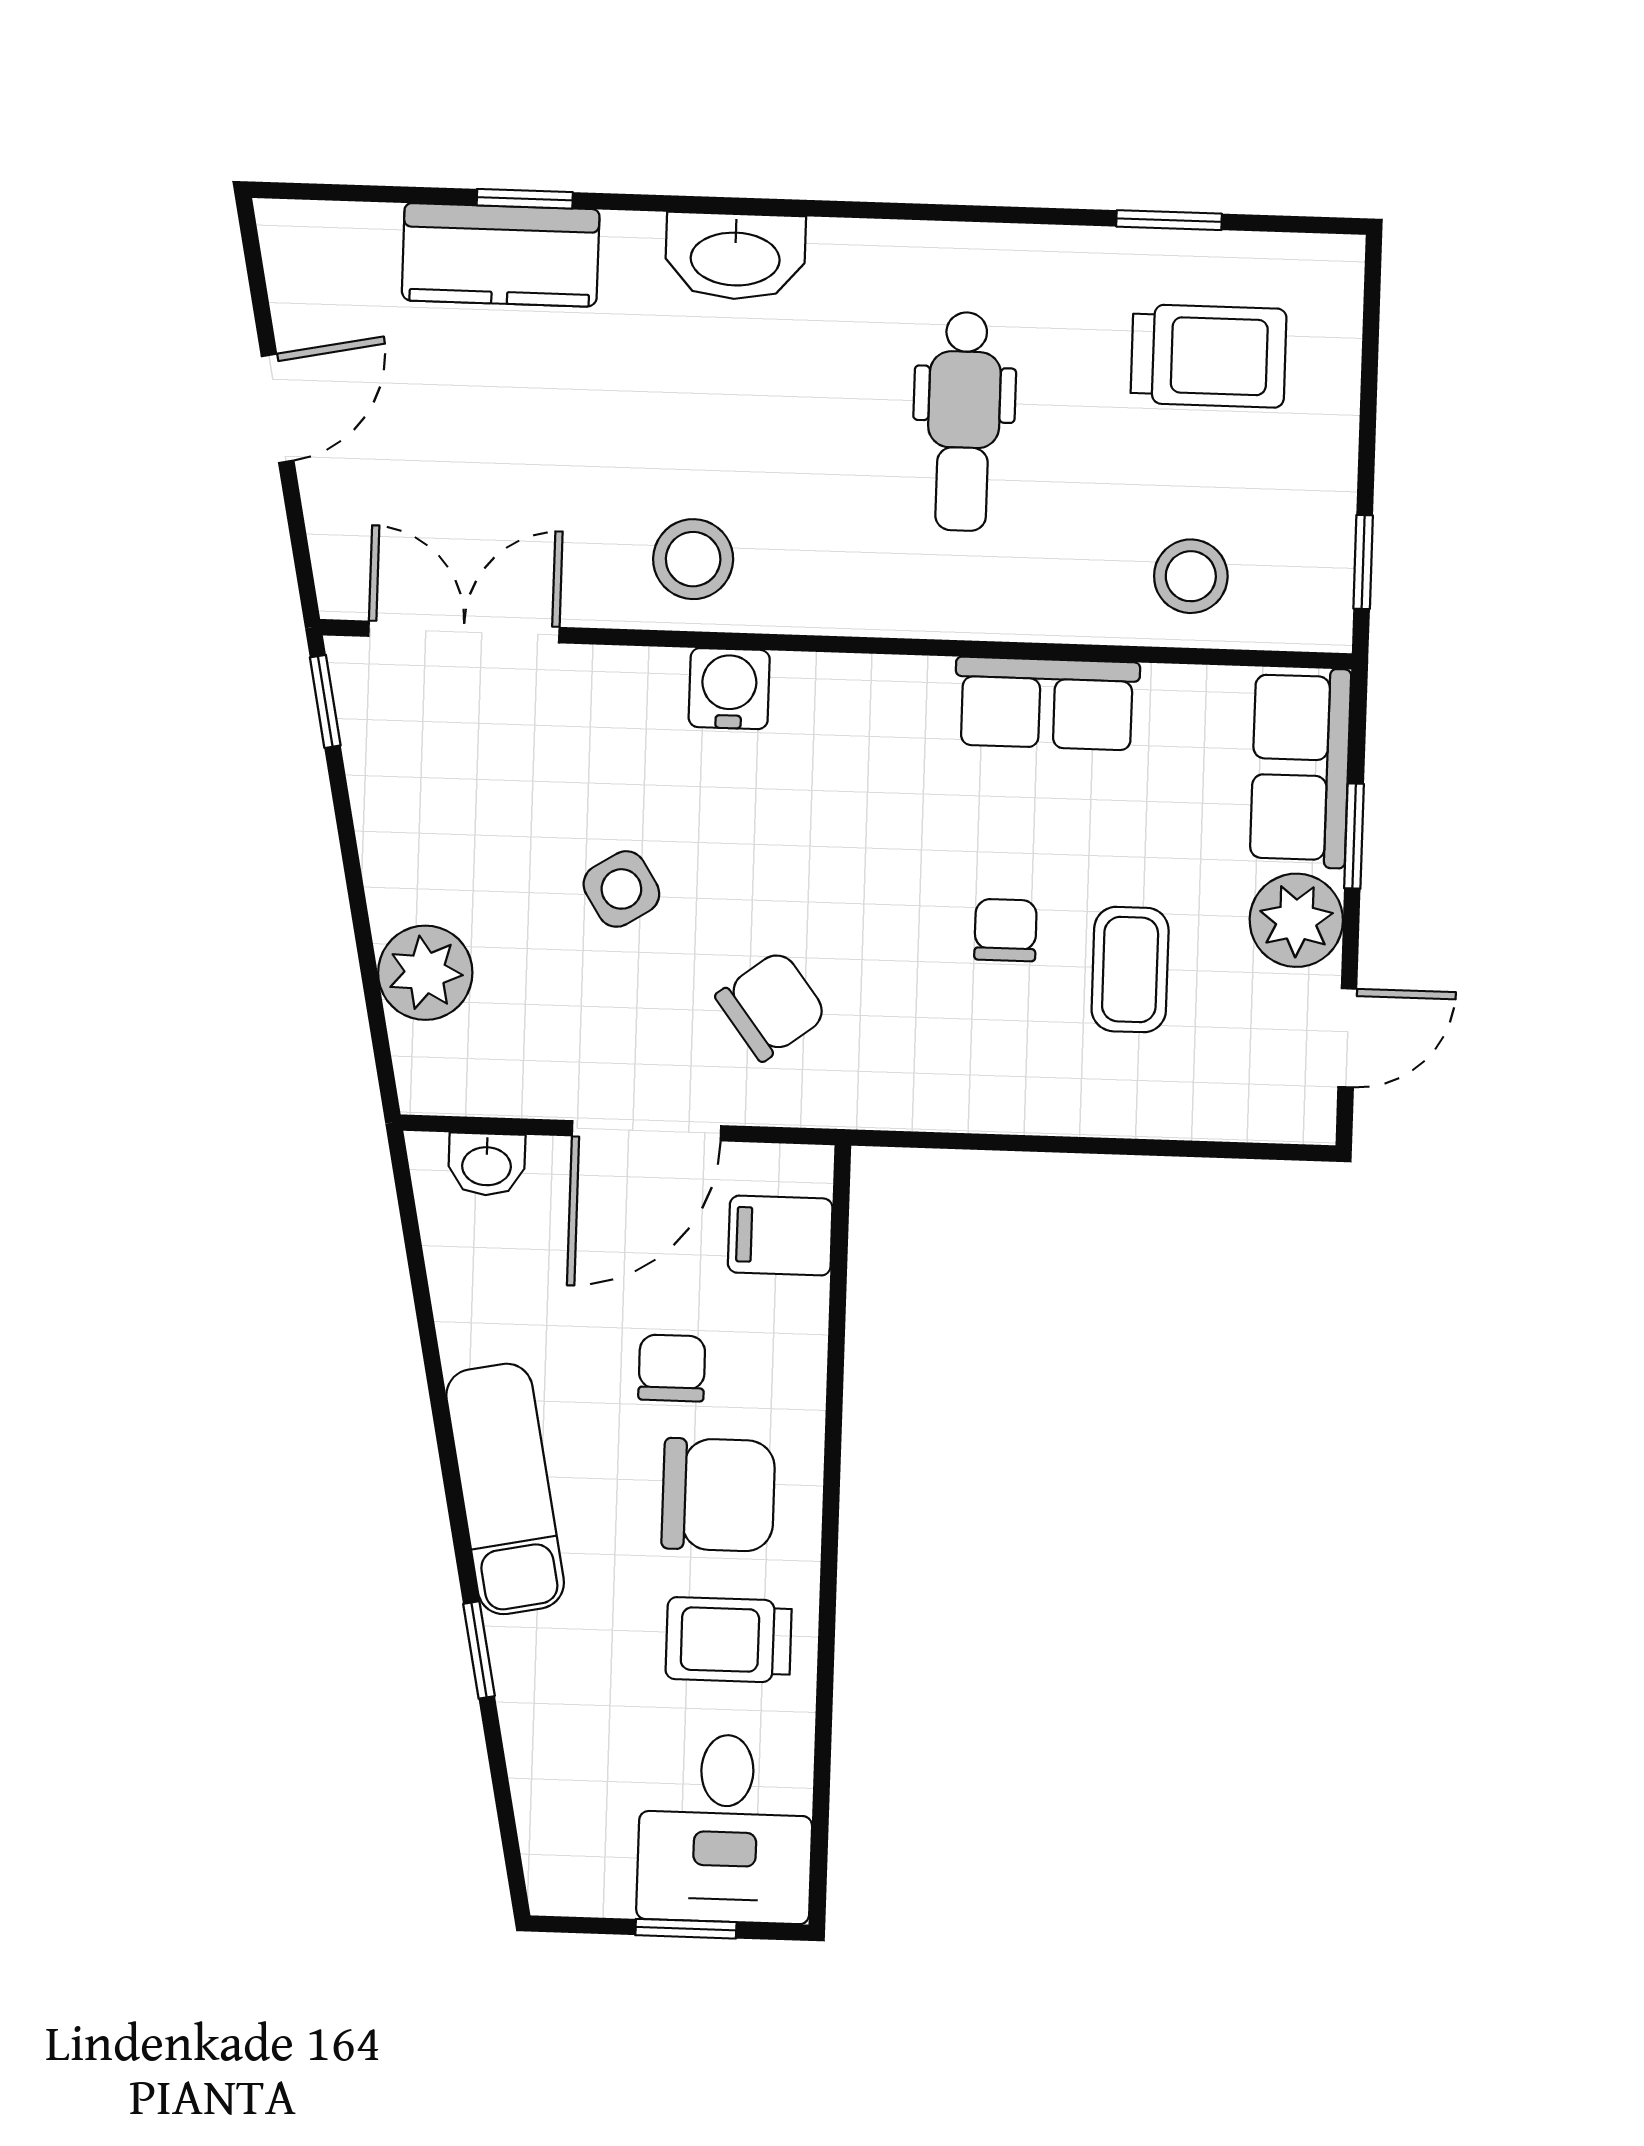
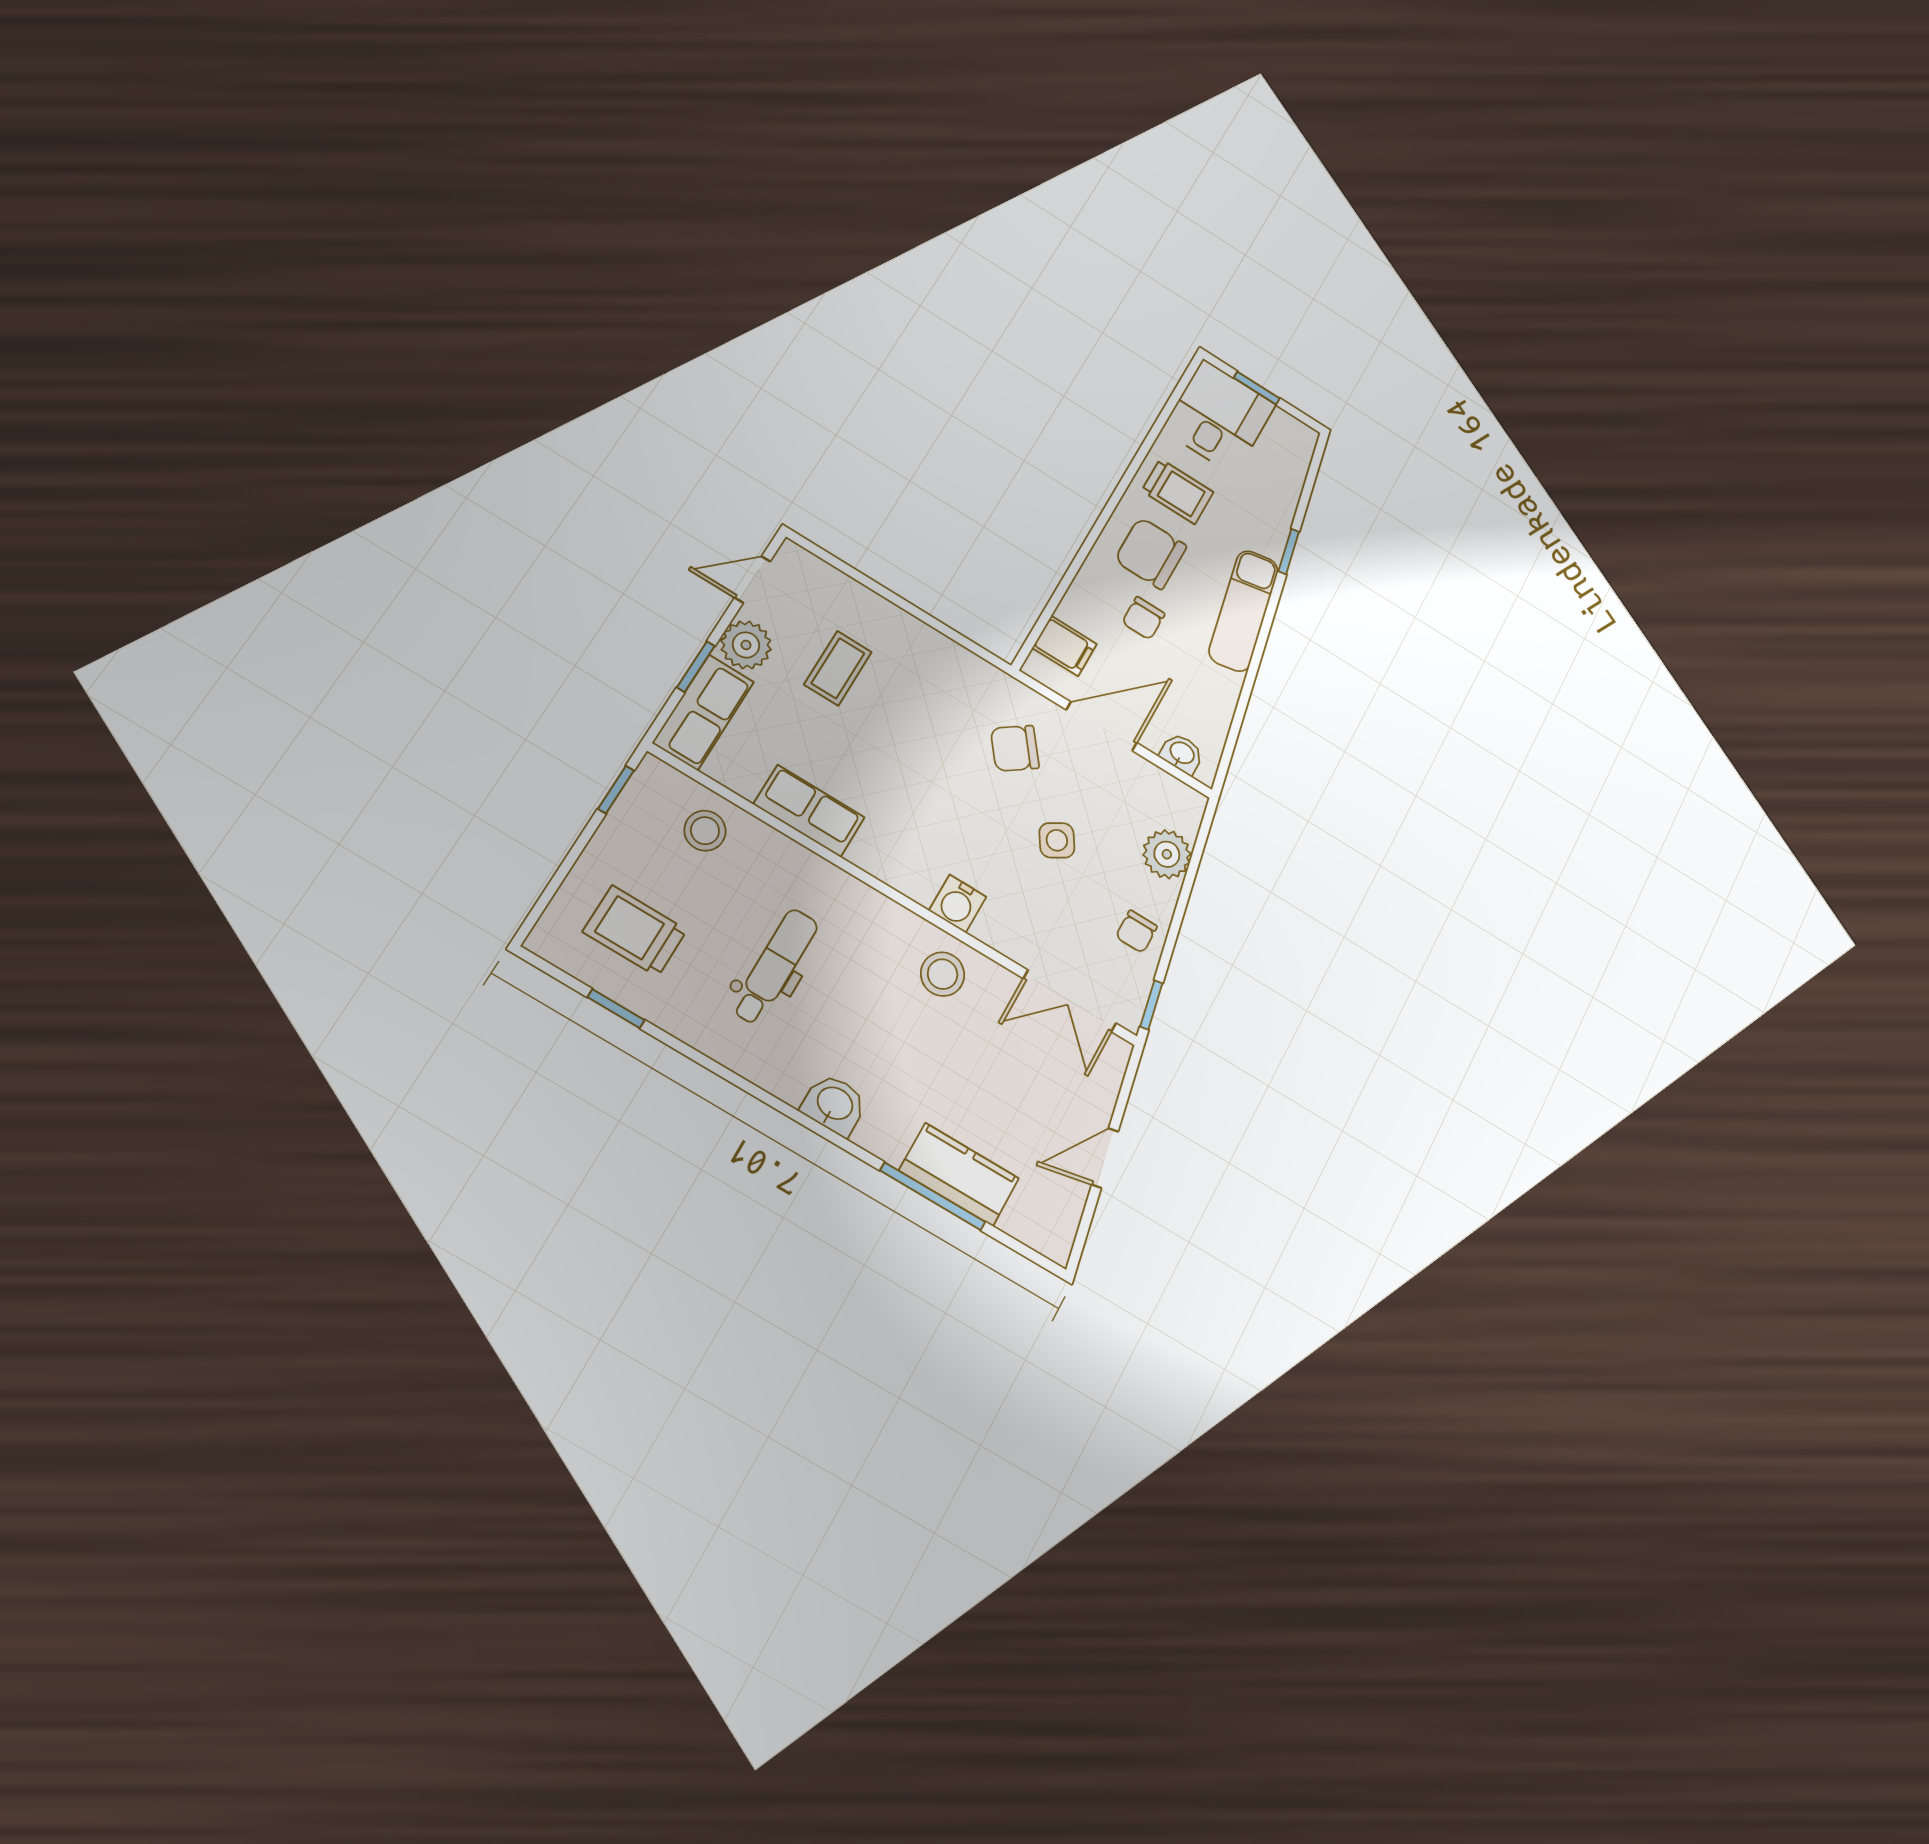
window: (525, 199) -> (933, 1196), width x2.17
washbasin: (735, 256) -> (834, 1104), width x0.72
chair: (1006, 930) -> (1136, 932), moved

